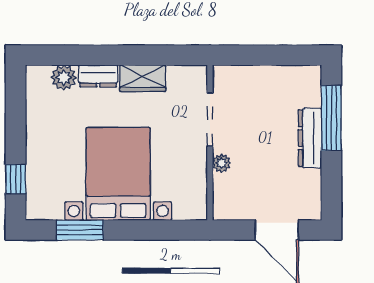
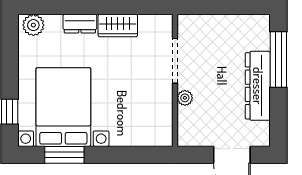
plant: (64, 78) -> (33, 25), moved
dresser: (310, 138) -> (258, 86), width x1.37, depth x1.24
bed with nightstands: (118, 174) -> (63, 107), moved

